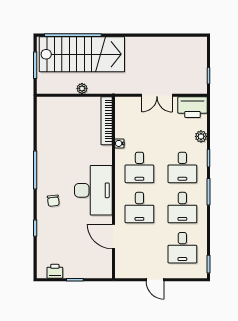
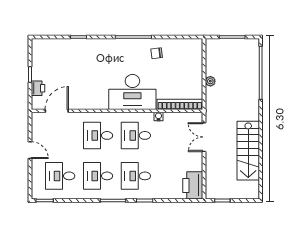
stairs: (82, 54) -> (248, 151), moved, width x0.73, depth x0.66
double door: (157, 95) -> (204, 137), moved
plant: (201, 136) -> (165, 194), removed
desk: (93, 190) -> (132, 92), moved
chair: (53, 201) -> (157, 53), moved
door: (113, 237) -> (57, 111), moved
printer: (55, 271) -> (38, 88), moved
door: (155, 280) -> (30, 150), swing flipped

